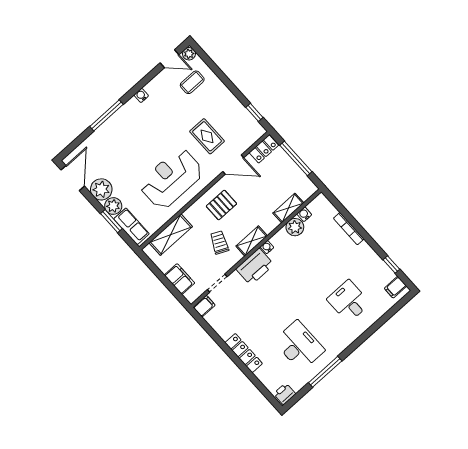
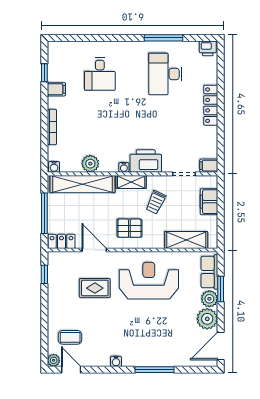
rug: (207, 136) -> (95, 288), turned 90
reception desk: (171, 179) -> (149, 281), turned 180
shelving: (288, 208) -> (83, 184), width x2.20, depth x1.33
water cooler: (304, 214) -> (54, 167), moved
filing cabinet: (395, 287) -> (56, 89), moved

